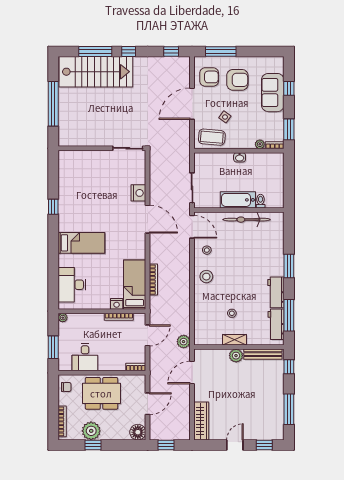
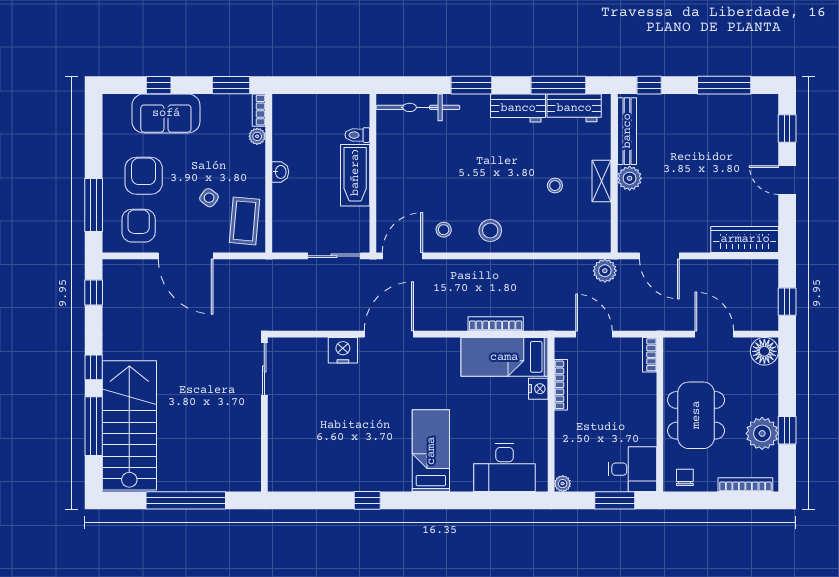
bicycle: (247, 220) -> (418, 107), moved, turned 90
desk: (85, 357) -> (632, 469), moved

